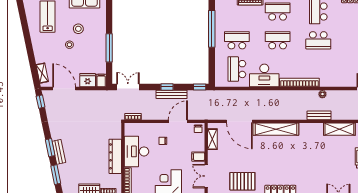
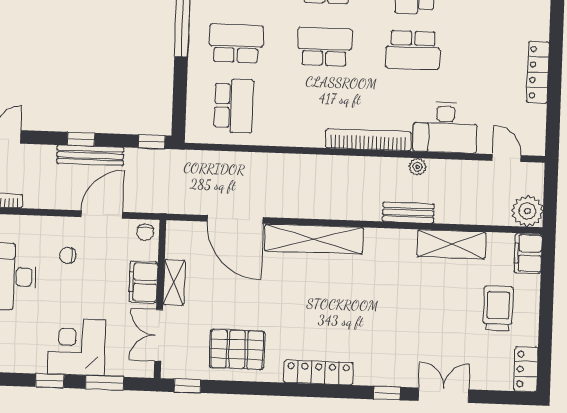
school desk: (237, 69) -> (234, 106), turned 180
desk: (264, 75) -> (445, 127), moved
shelving: (212, 139) -> (174, 282), moved
filing cabinet: (198, 157) -> (143, 282), width x2.00

